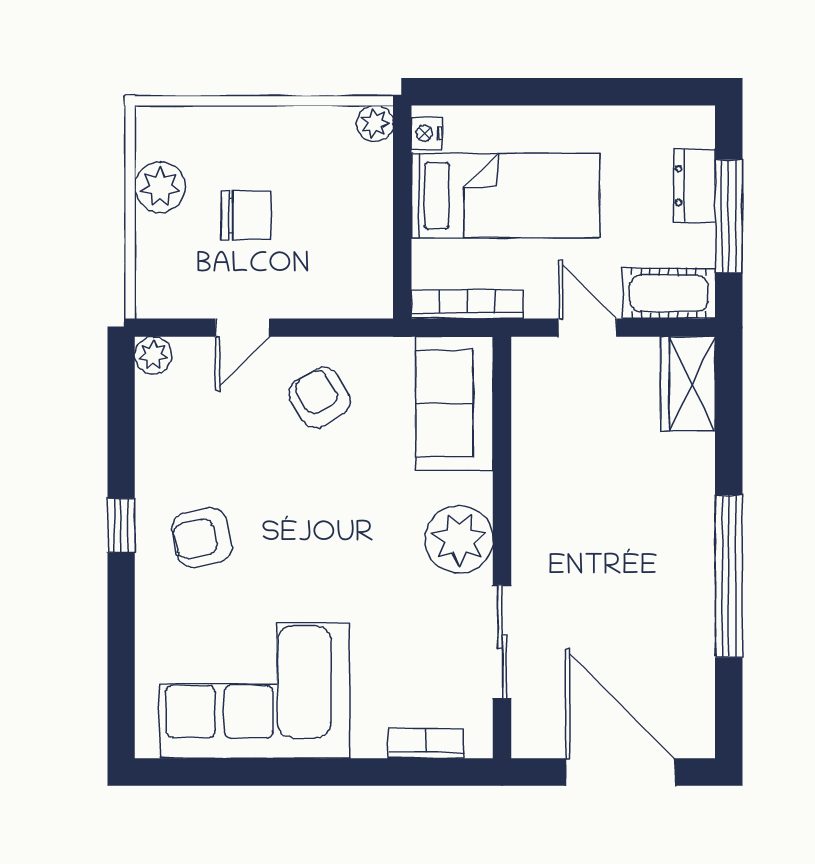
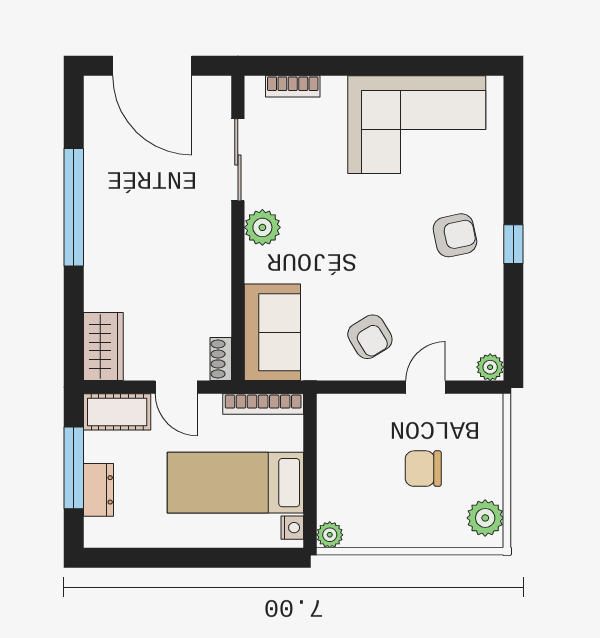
plant: (160, 187) -> (485, 518), moved
shoe rack: (526, 367) -> (221, 359), added
plant: (459, 539) -> (262, 227), width x0.73, depth x0.73

